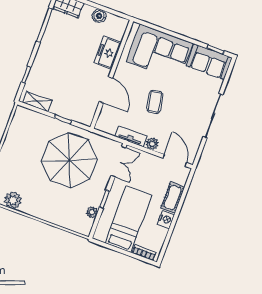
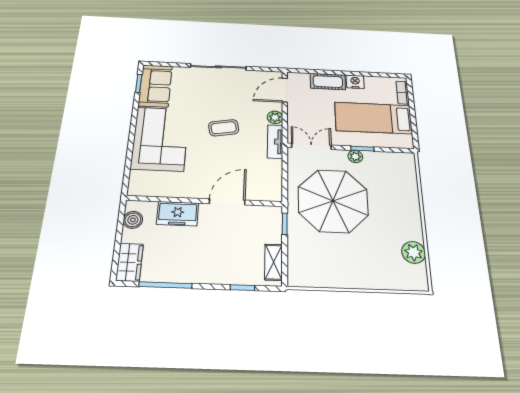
freezer: (108, 53) -> (178, 214), moved
wall: (112, 74) -> (205, 201), moved
door: (106, 90) -> (227, 202), moved
plant: (92, 212) -> (355, 156), moved

